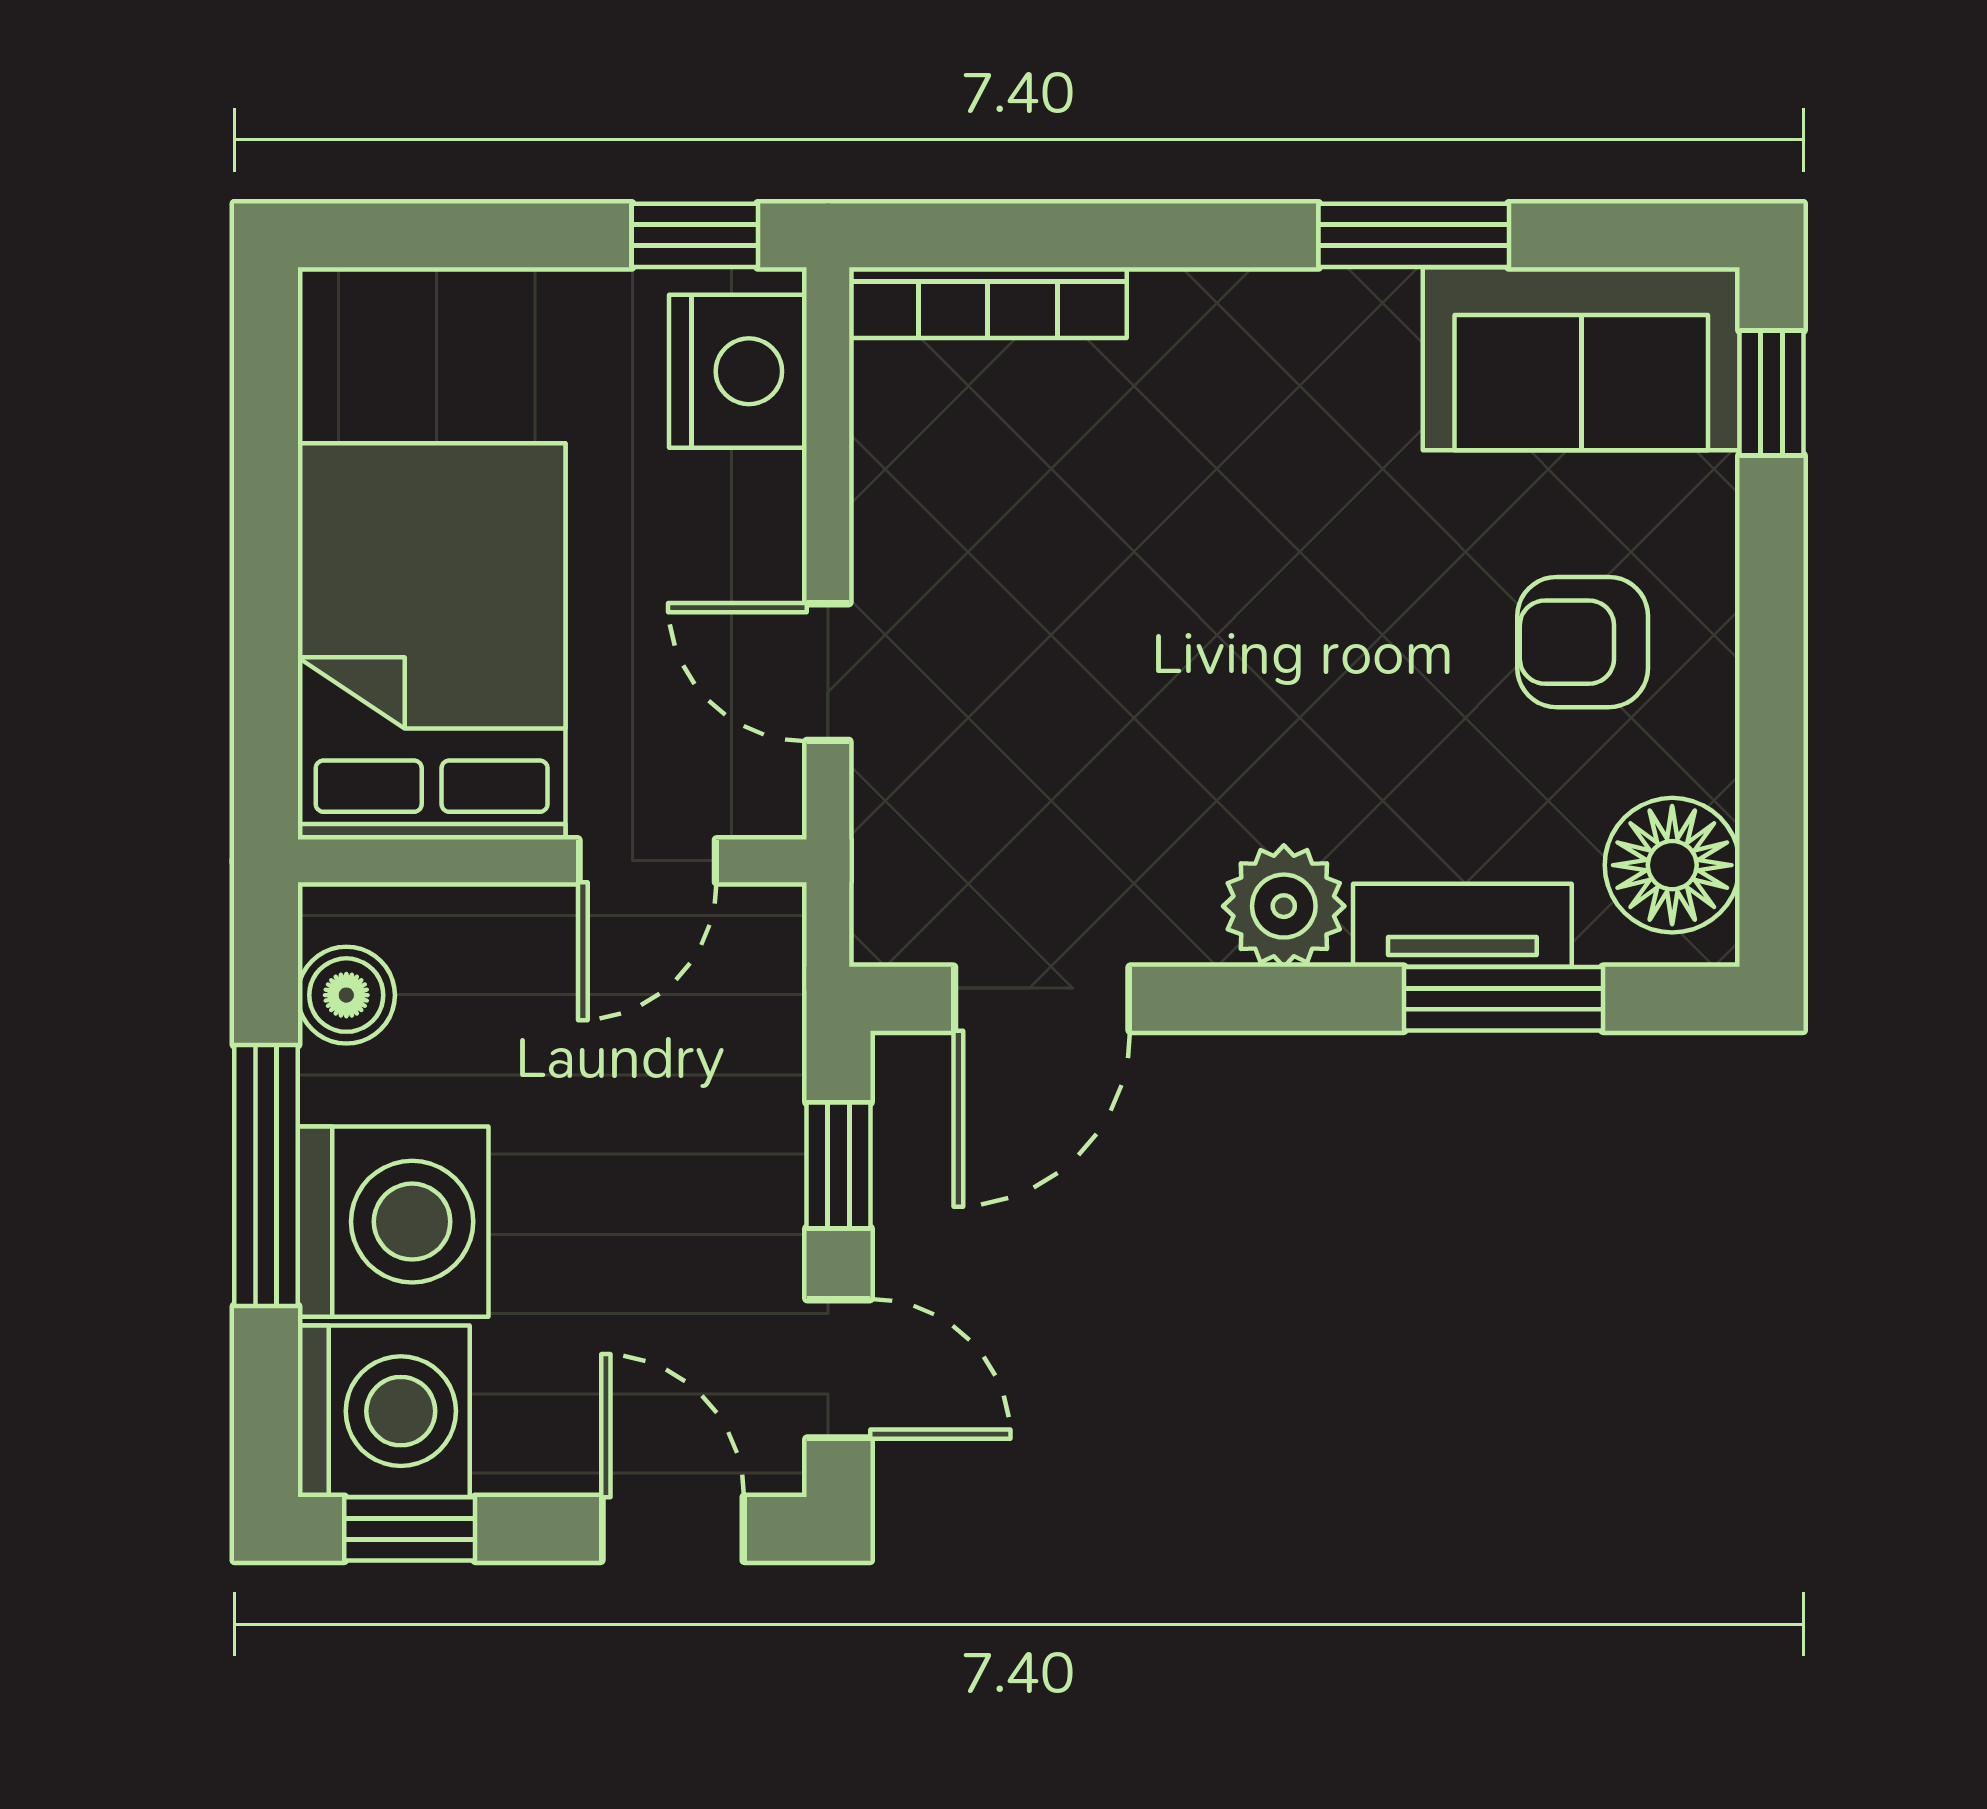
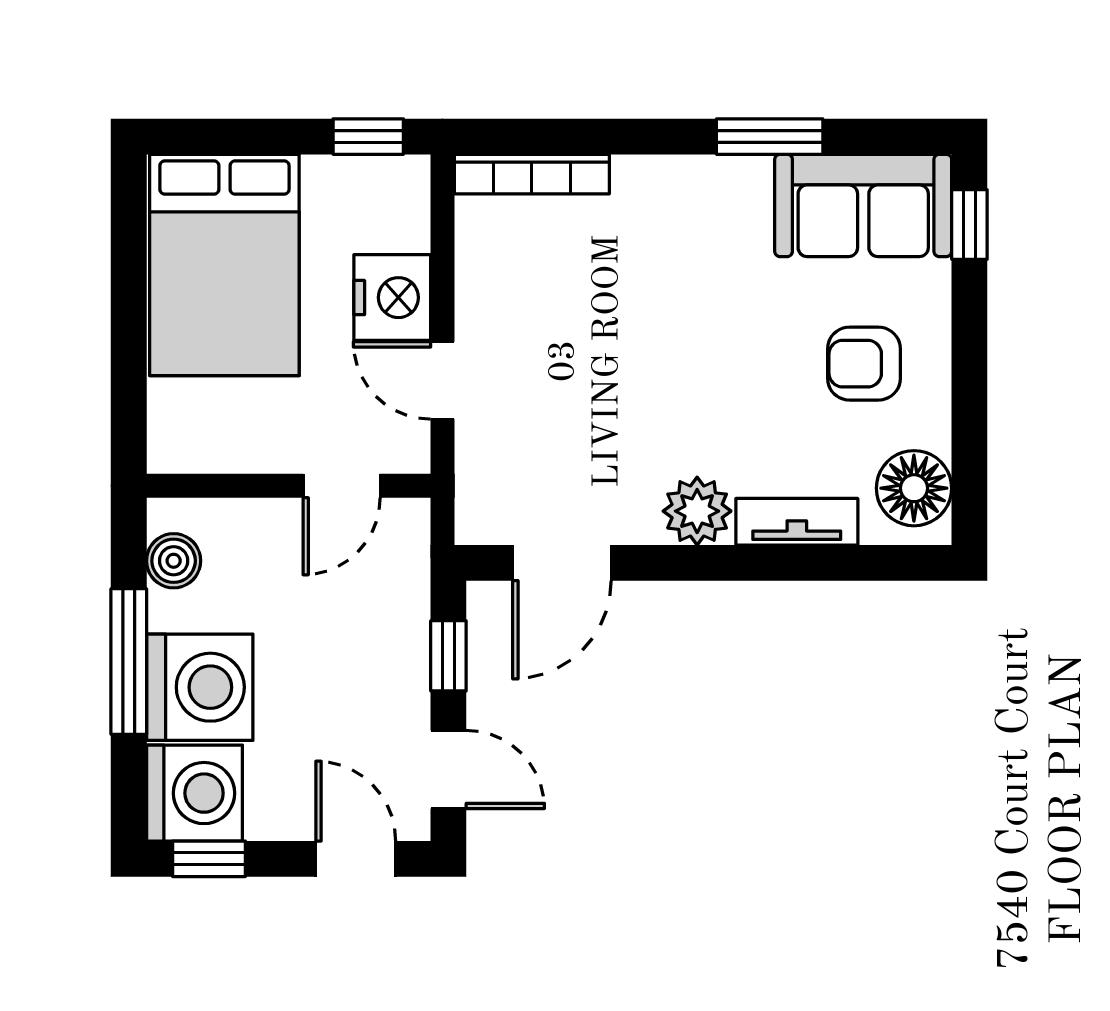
nightstand: (738, 371) -> (392, 298), moved
bed: (432, 641) -> (224, 265), moved, turned 180
window: (1503, 999) -> (820, 563), removed

